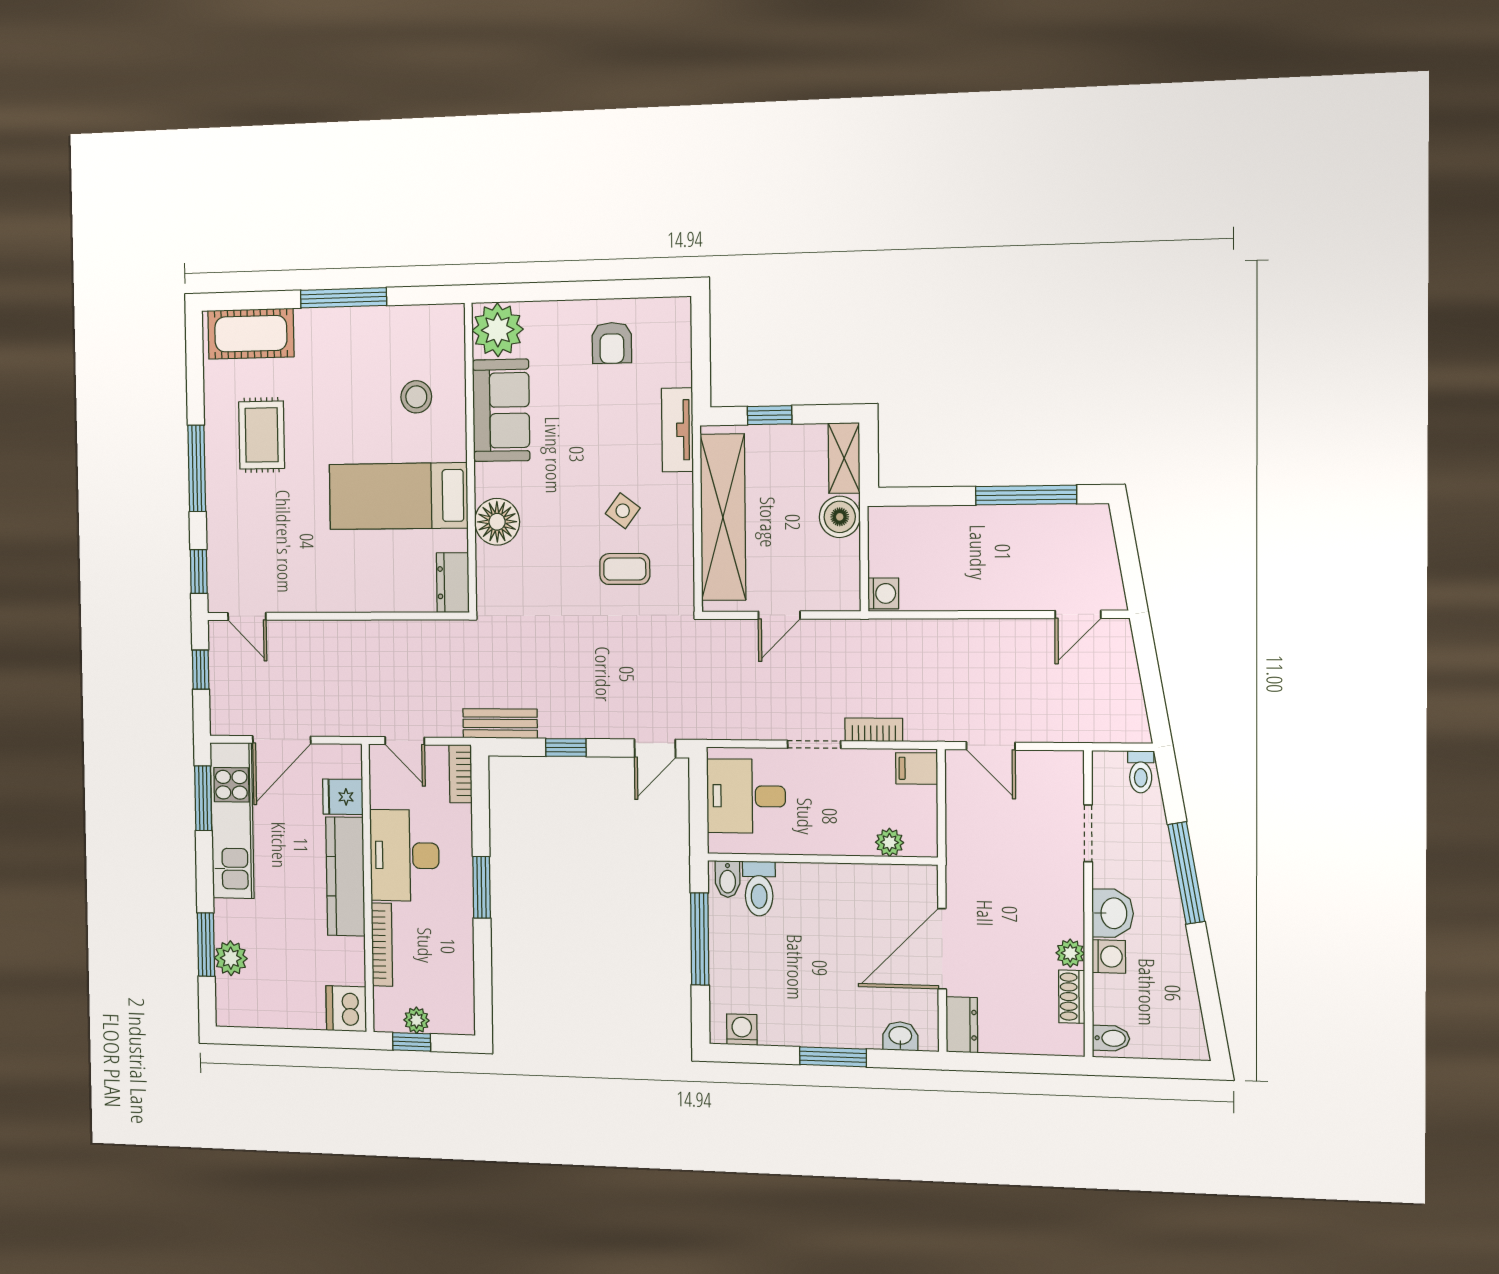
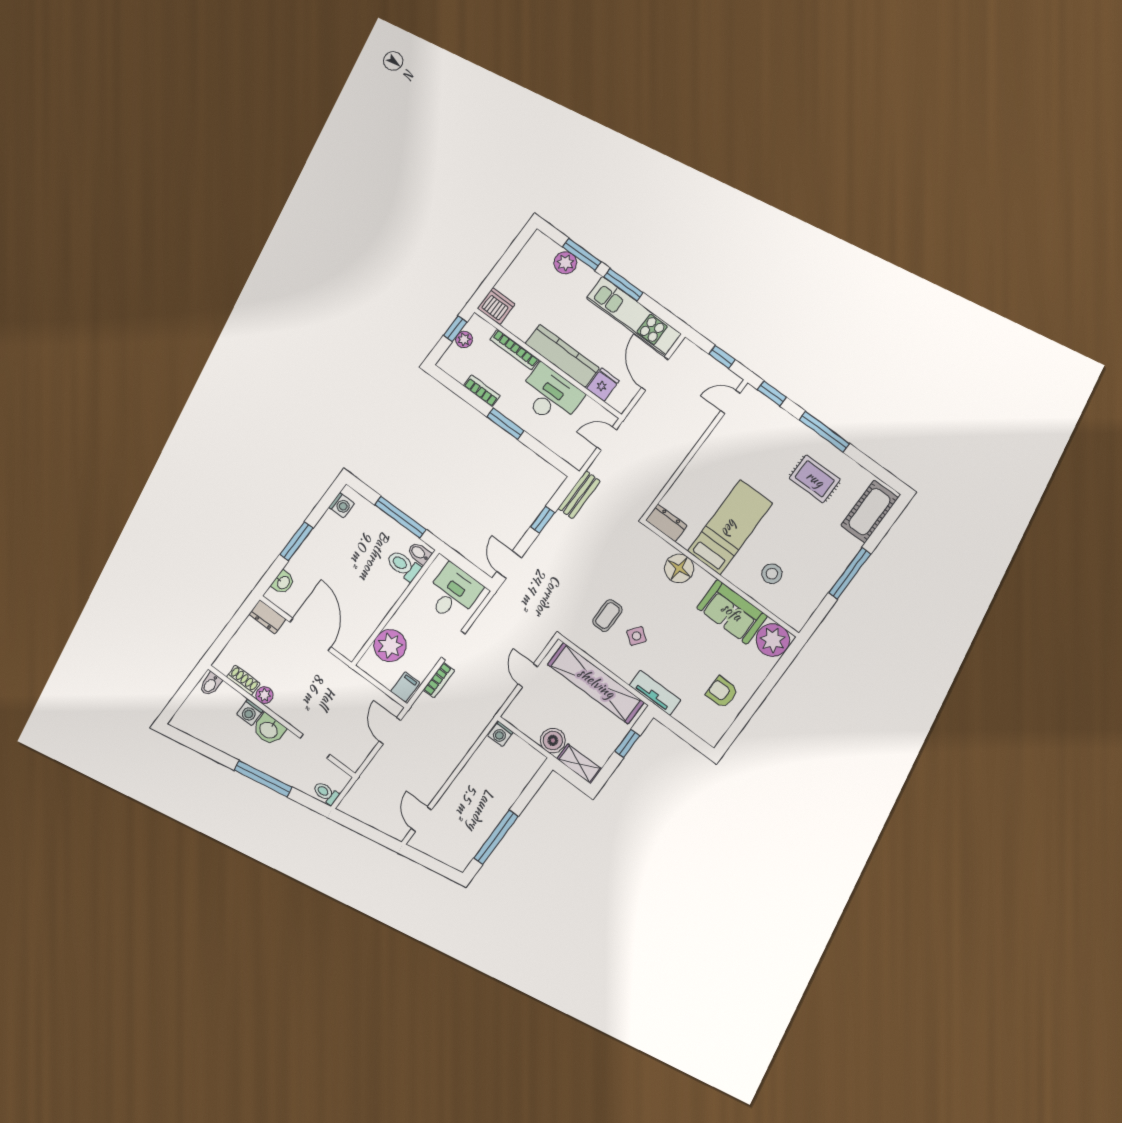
door: (991, 746) -> (390, 731), hinge flipped
bookcase: (460, 774) -> (482, 391), moved
window: (203, 798) -> (623, 285), moved
plant: (890, 842) -> (390, 646), width x1.87, depth x1.87

